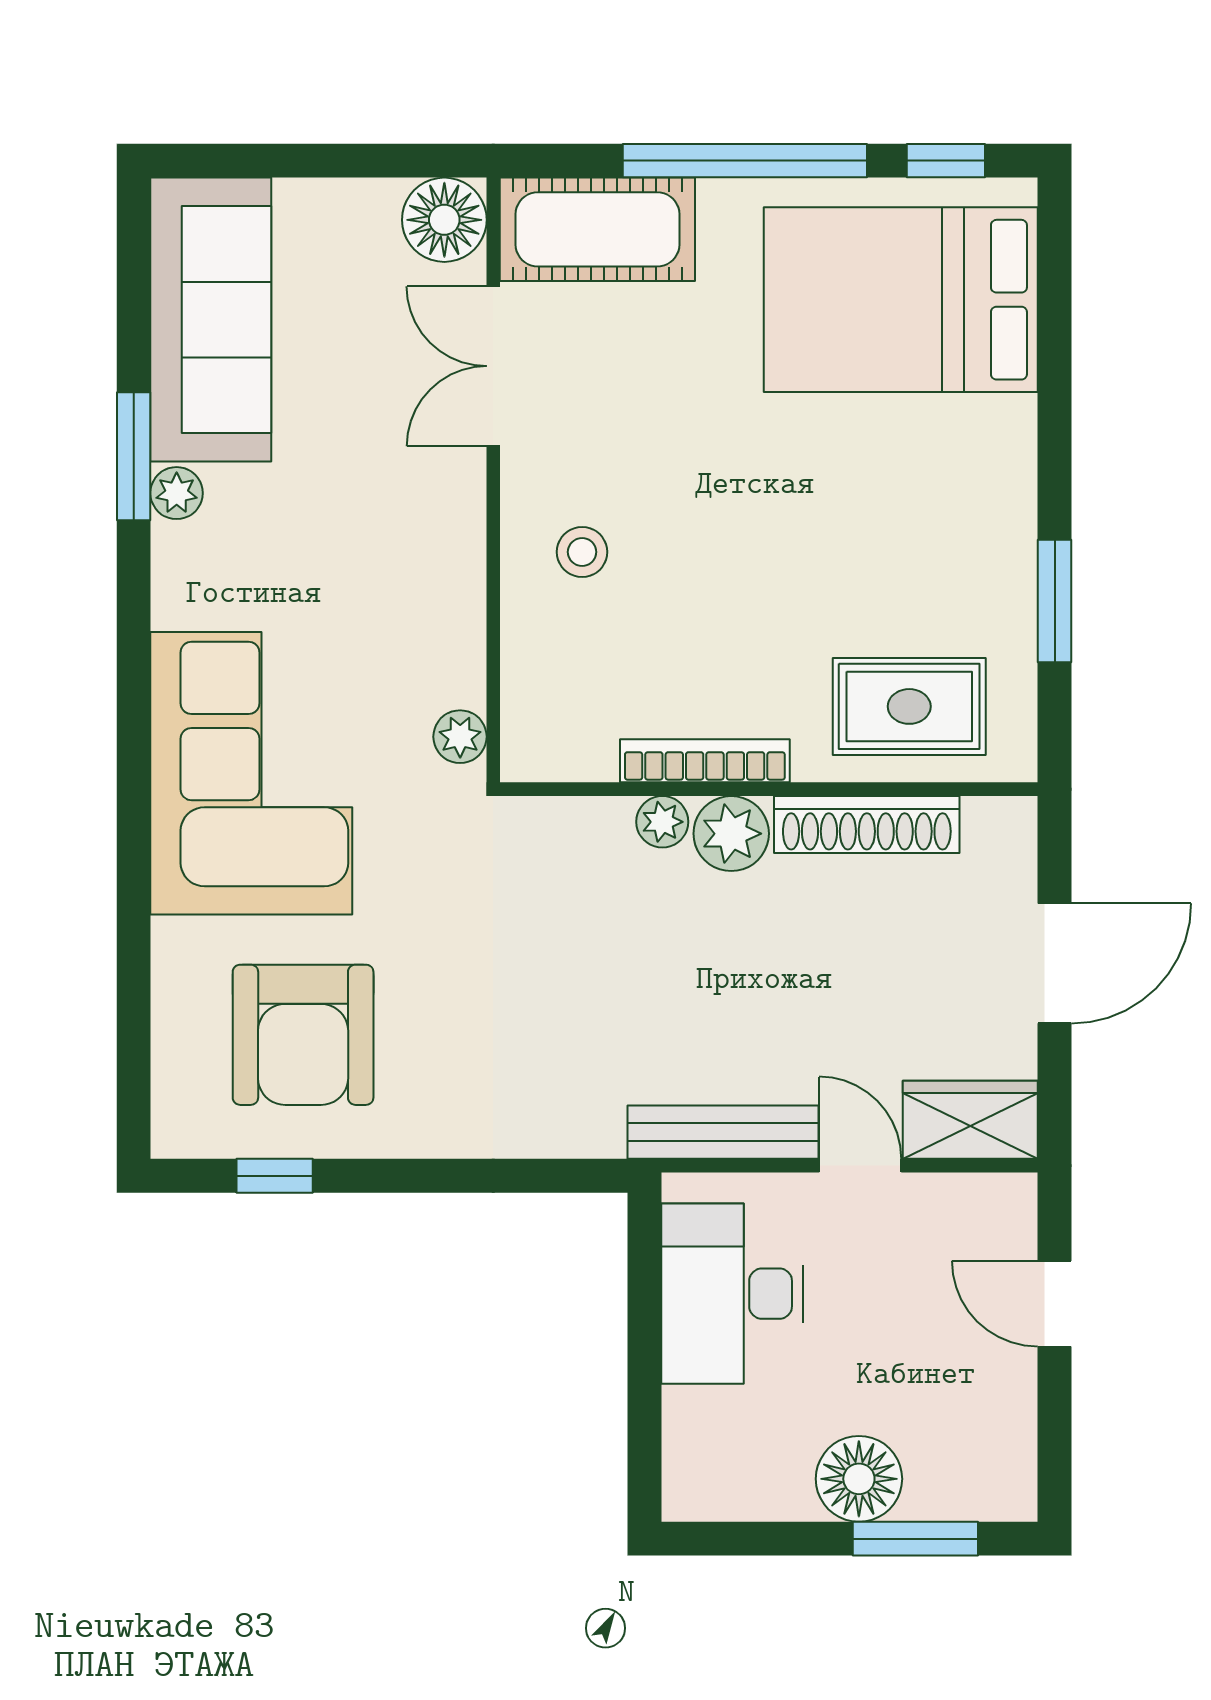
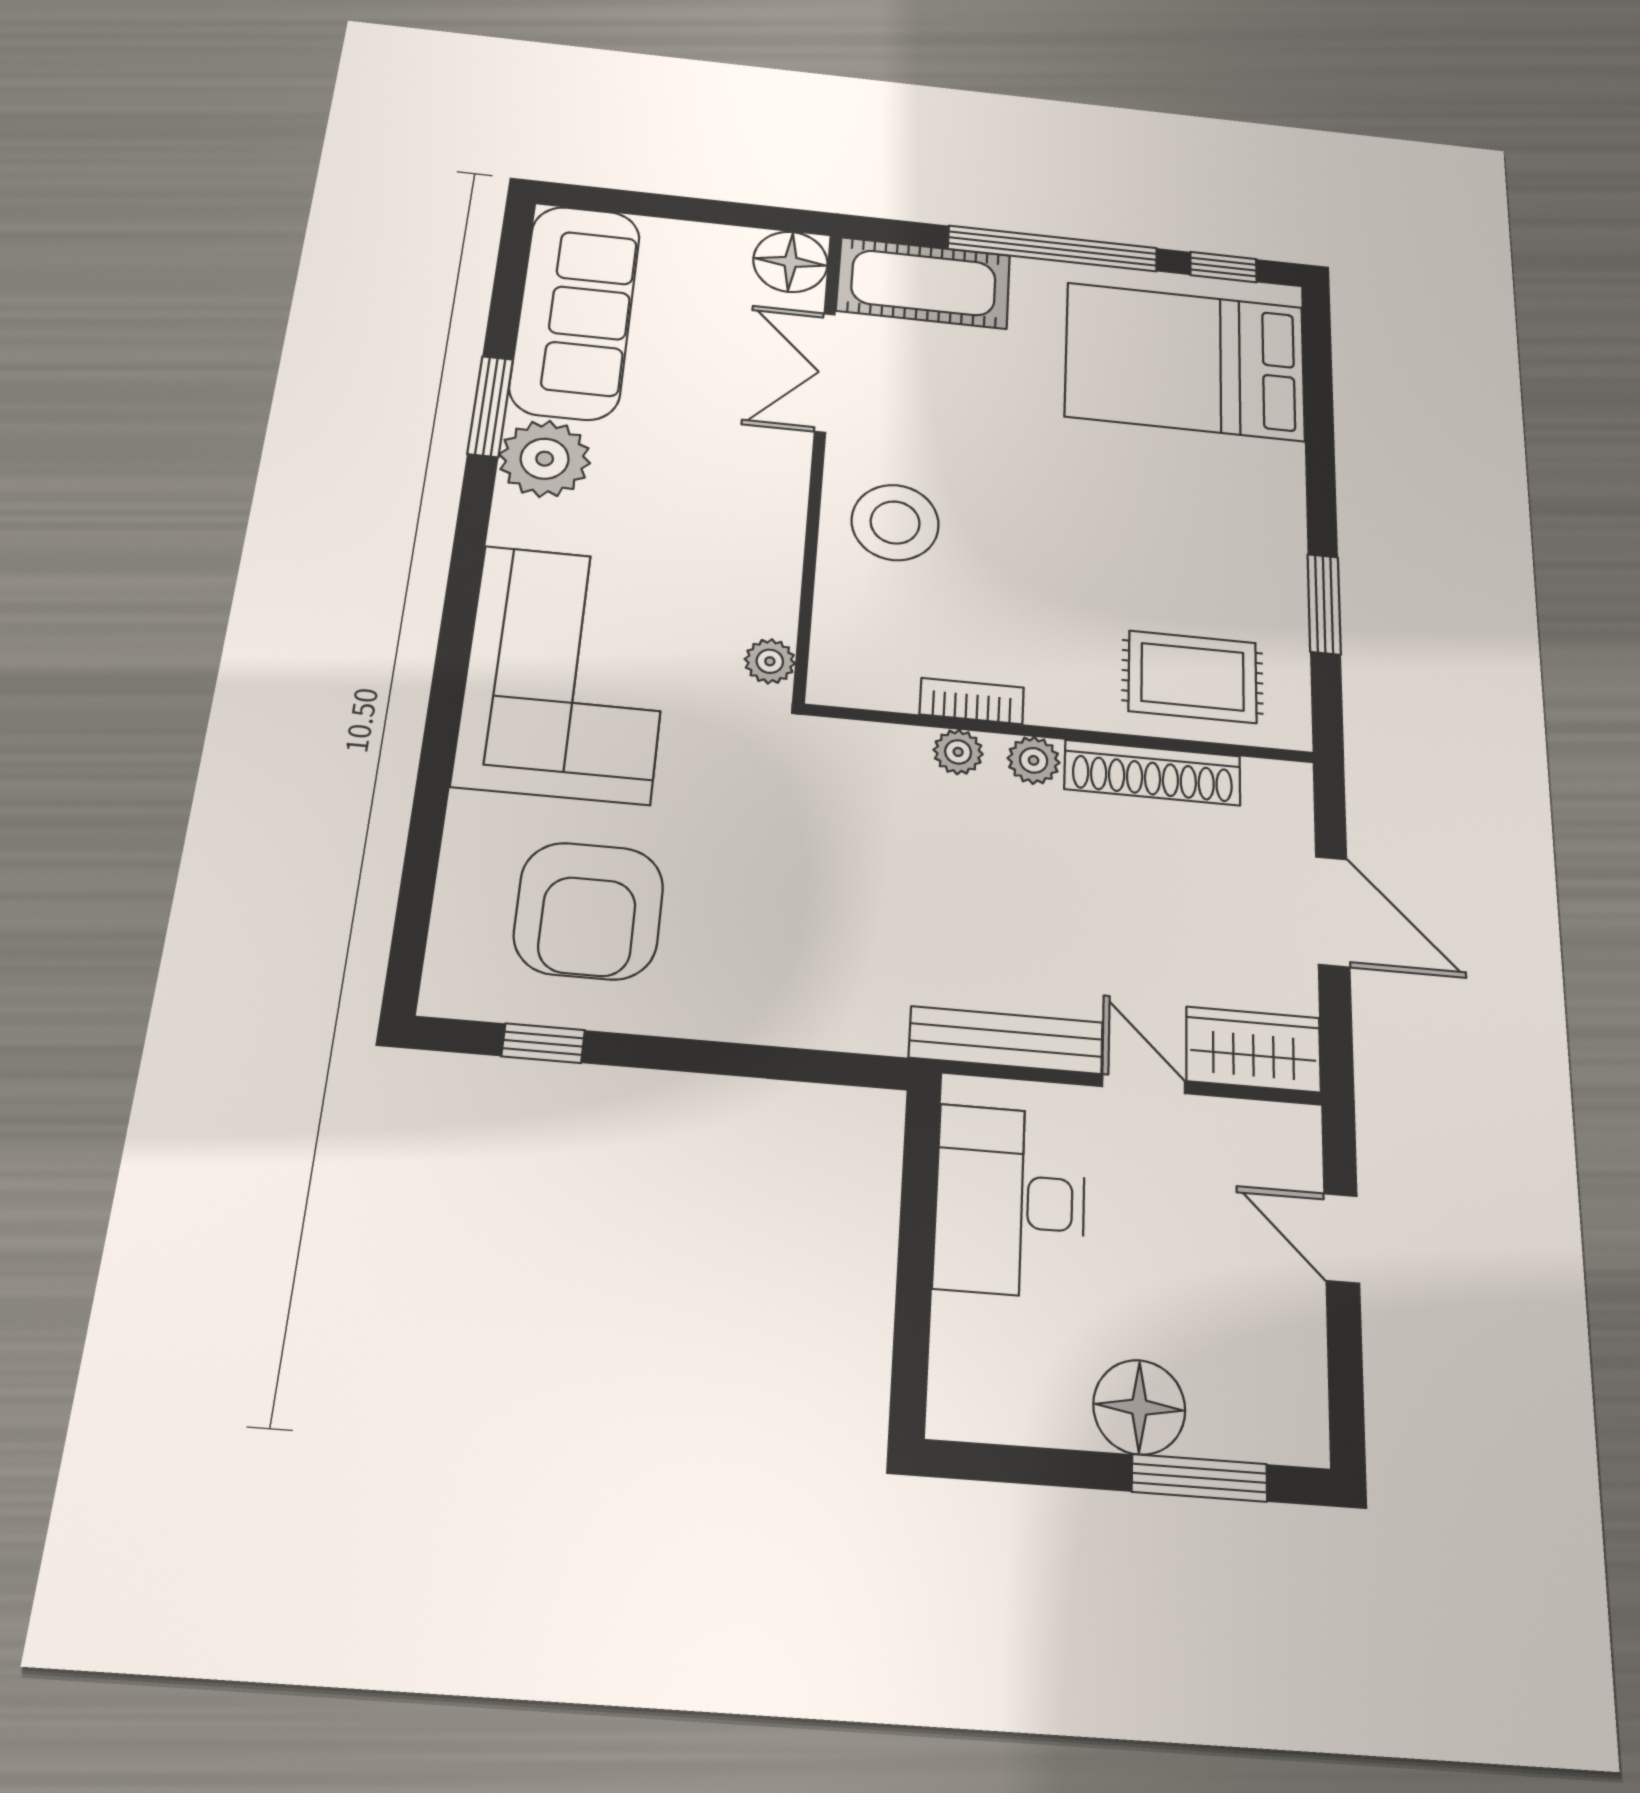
plant: (177, 493) -> (545, 459), width x1.88, depth x1.88
stool: (582, 552) -> (895, 522), width x1.89, depth x1.89
bookcase: (705, 761) -> (972, 701), width x0.64
plant: (731, 834) -> (1034, 760), width x0.73, depth x0.73
door: (1055, 963) -> (1333, 911), hinge flipped

